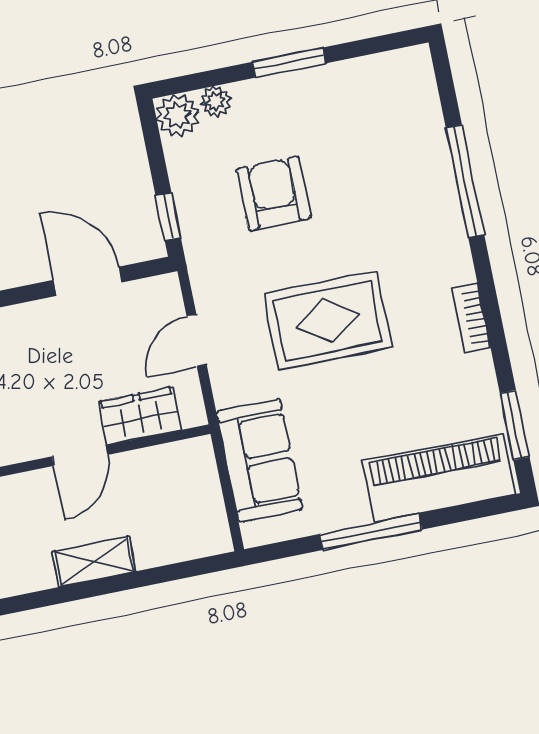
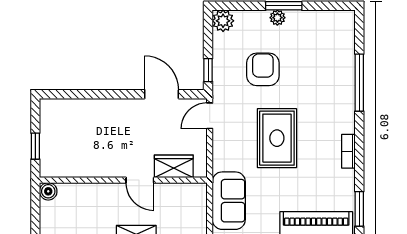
plant: (215, 101) -> (277, 18), moved
rug: (328, 321) -> (277, 138), turned 90
door: (197, 340) -> (210, 116), moved
door: (80, 456) -> (140, 180), hinge flipped

